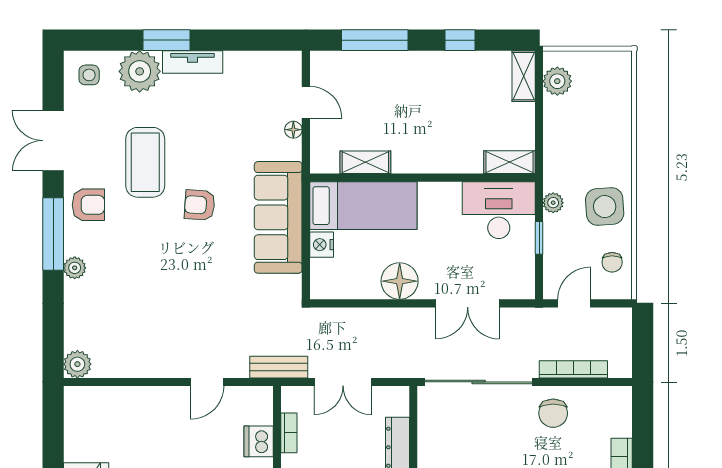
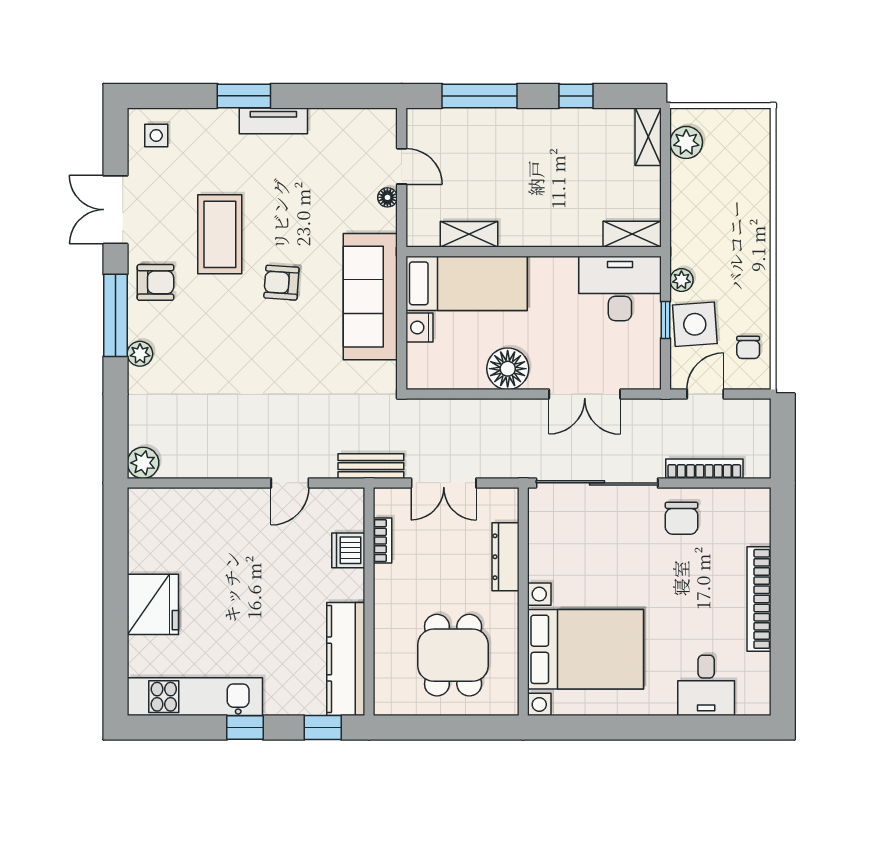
plant: (140, 71) -> (213, 131), removed
side table: (605, 207) -> (695, 324), moved

